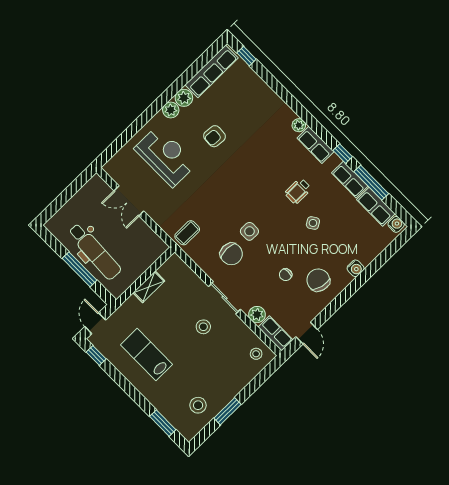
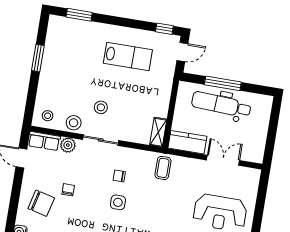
kitchen counter: (149, 240) -> (187, 142), added
chair: (231, 254) -> (119, 176), width x0.54, depth x0.54
shelving: (149, 287) -> (158, 132), moved
door: (95, 323) -> (182, 52), hinge flipped
stool: (198, 405) -> (74, 123), moved

